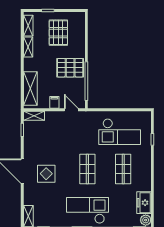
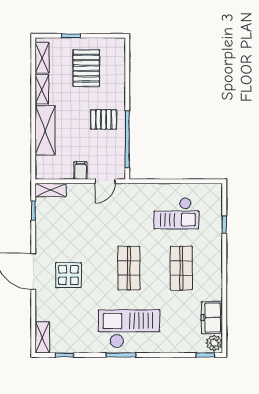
pallet: (70, 68) -> (104, 119), width x0.67, depth x0.71
shelving: (30, 89) -> (45, 130), moved
door: (71, 110) -> (105, 181), swing flipped
checkout: (120, 132) -> (176, 213), width x0.73, depth x0.83

